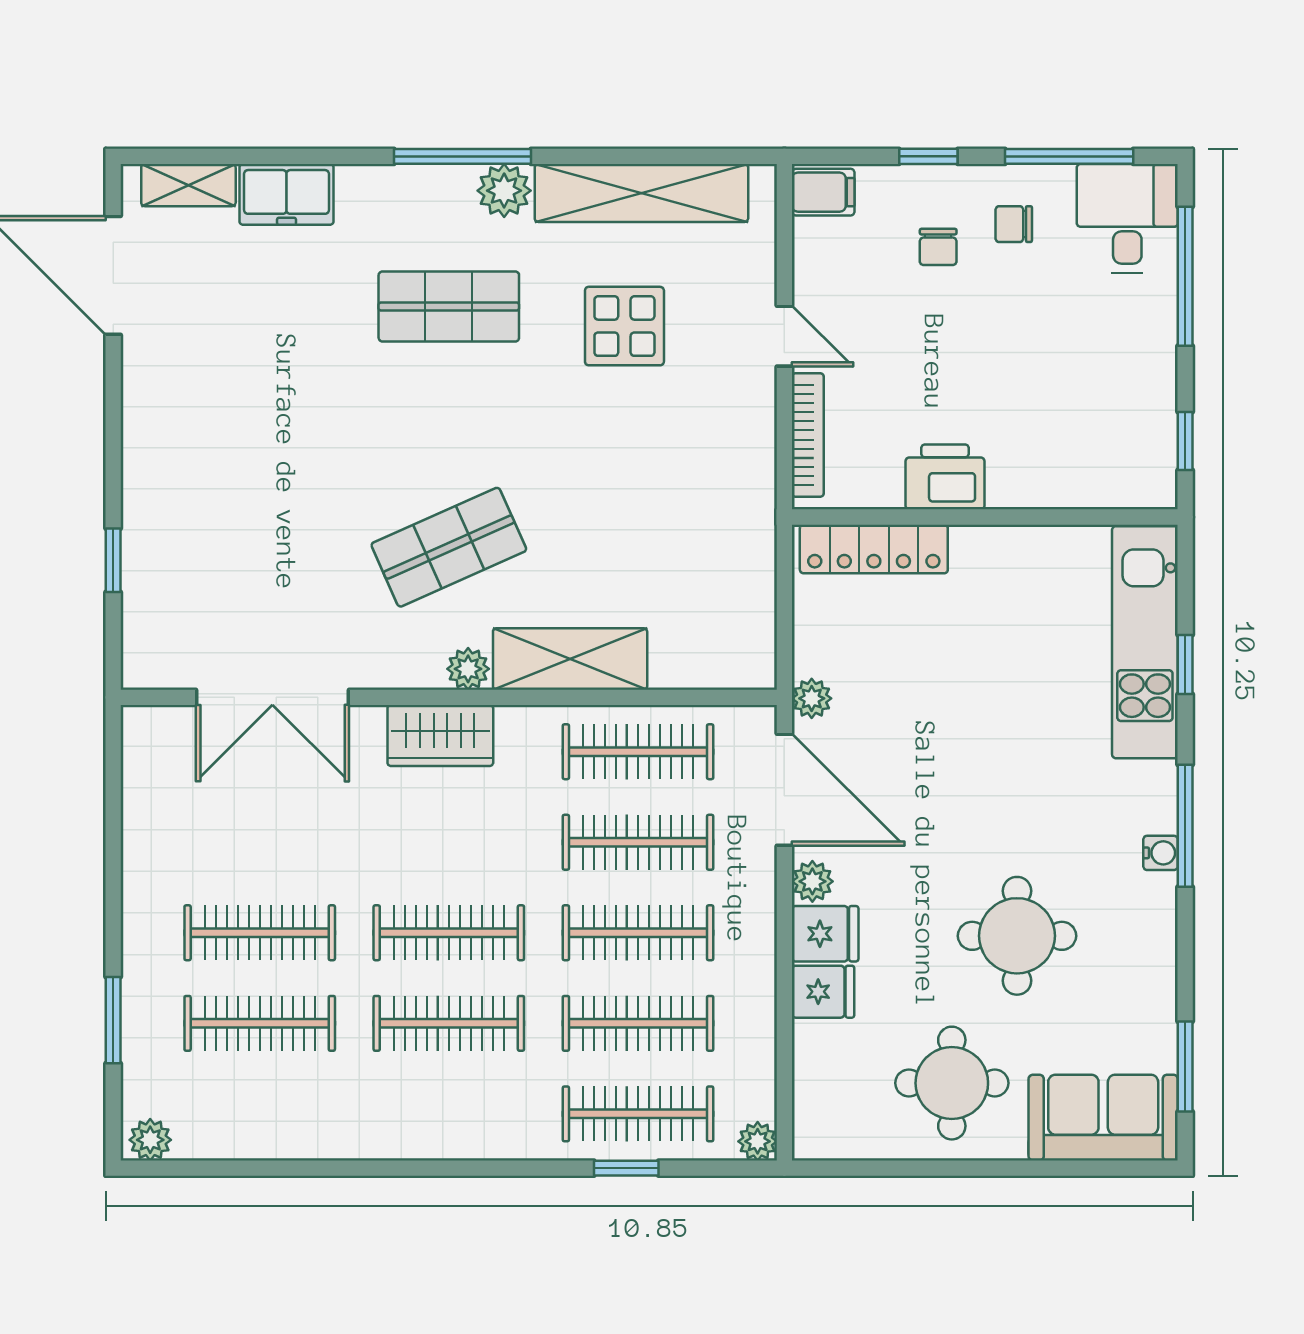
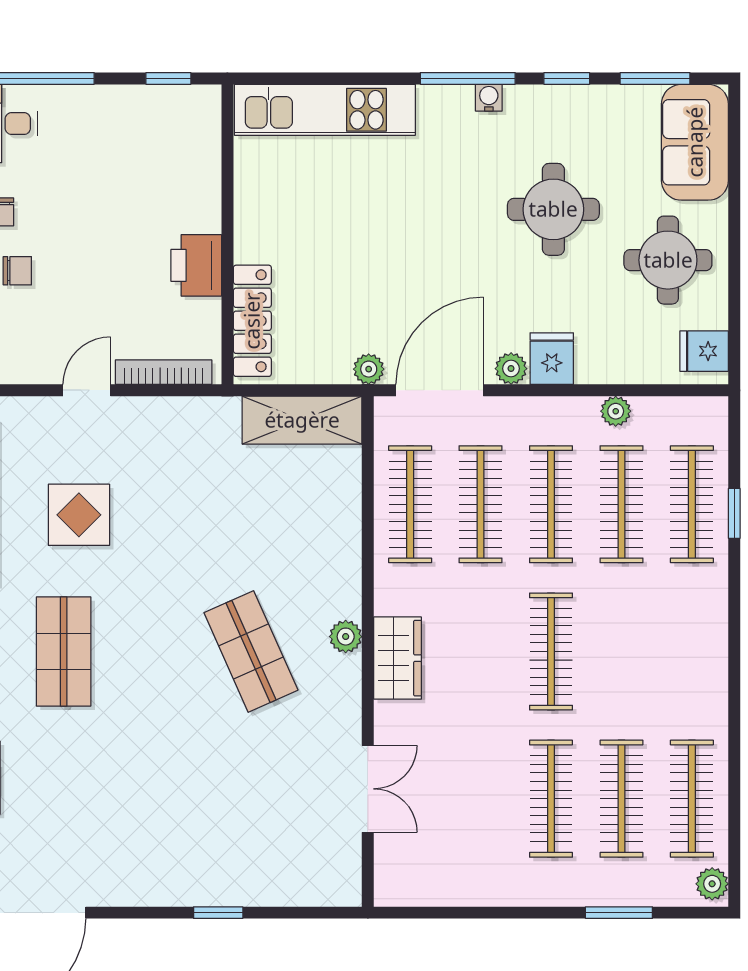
window: (113, 560) -> (218, 913), moved
shelving: (570, 659) -> (302, 420), moved, turned 90
window: (1185, 664) -> (567, 78), moved
double door: (272, 697) -> (368, 789), width x0.73
fridge: (823, 992) -> (704, 351), moved, turned -90
clothes rail: (449, 1023) -> (692, 799), moved
plant: (758, 1141) -> (616, 411), moved

